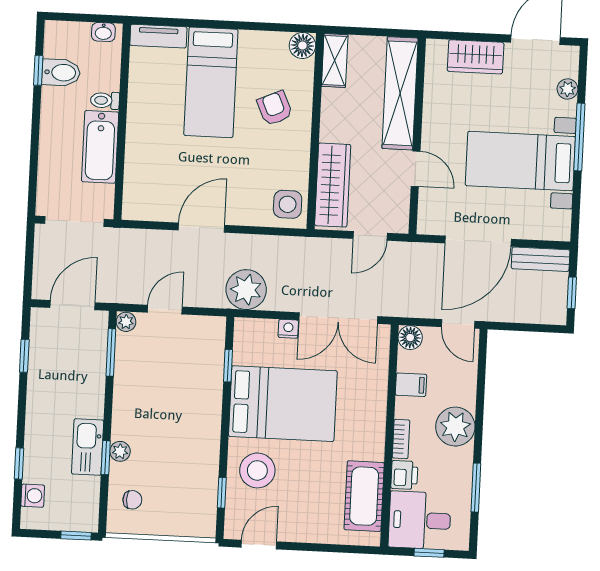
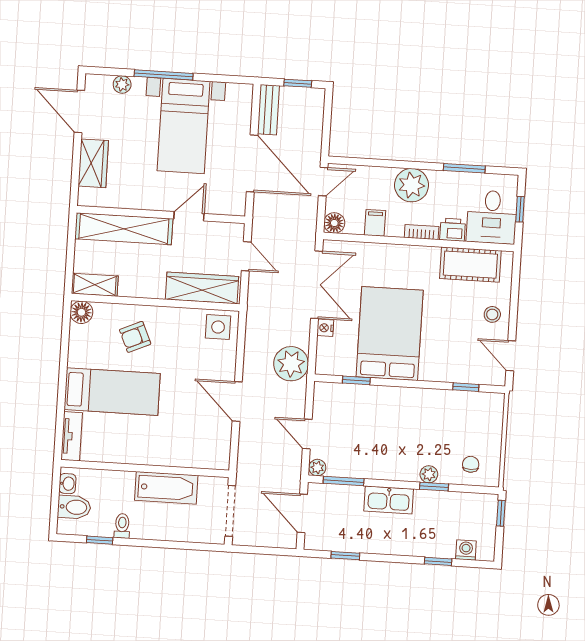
bidet: (61, 73) -> (74, 507), moved, turned 90
toilet: (105, 100) -> (122, 526), moved, turned 180
kitchen sink: (88, 447) -> (389, 500), moved
stool: (257, 470) -> (492, 314), moved, width x0.53, depth x0.53

